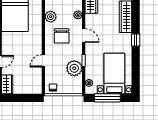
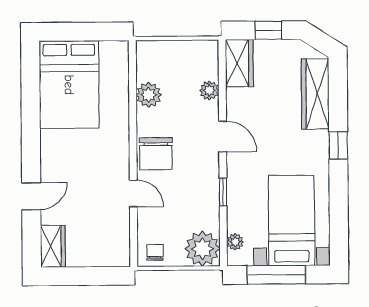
chair: (62, 36) -> (156, 154), moved
door: (43, 61) -> (133, 193), swing flipped
plant: (74, 68) -> (202, 249), moved

